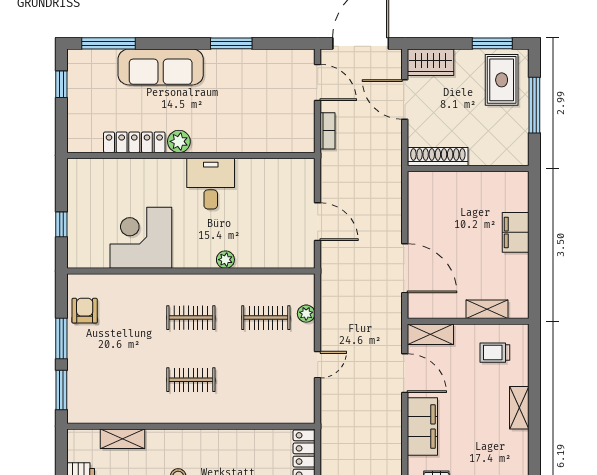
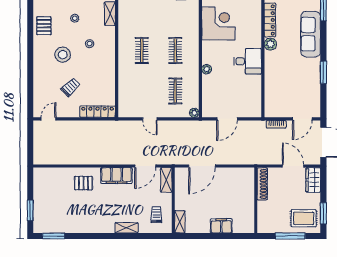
door: (405, 99) -> (293, 166), hinge flipped
shelving: (487, 309) -> (180, 222), moved
plant: (306, 314) -> (194, 113), moved

